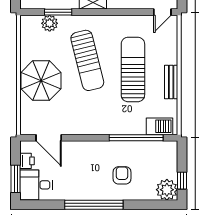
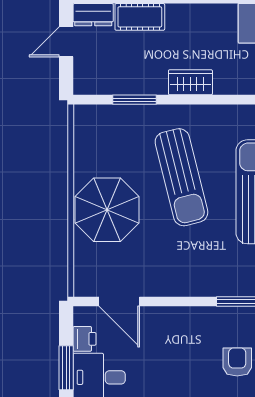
plant: (50, 23) -> (121, 118), removed

